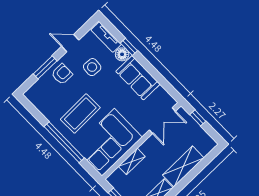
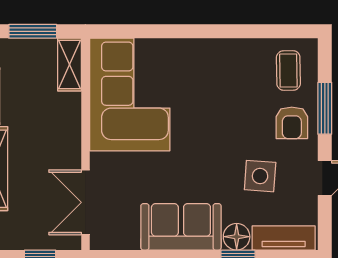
coffee table: (80, 113) -> (288, 70), moved, width x0.54, depth x0.58
window: (64, 142) -> (191, 31), removed
shelving: (132, 161) -> (69, 64), moved

